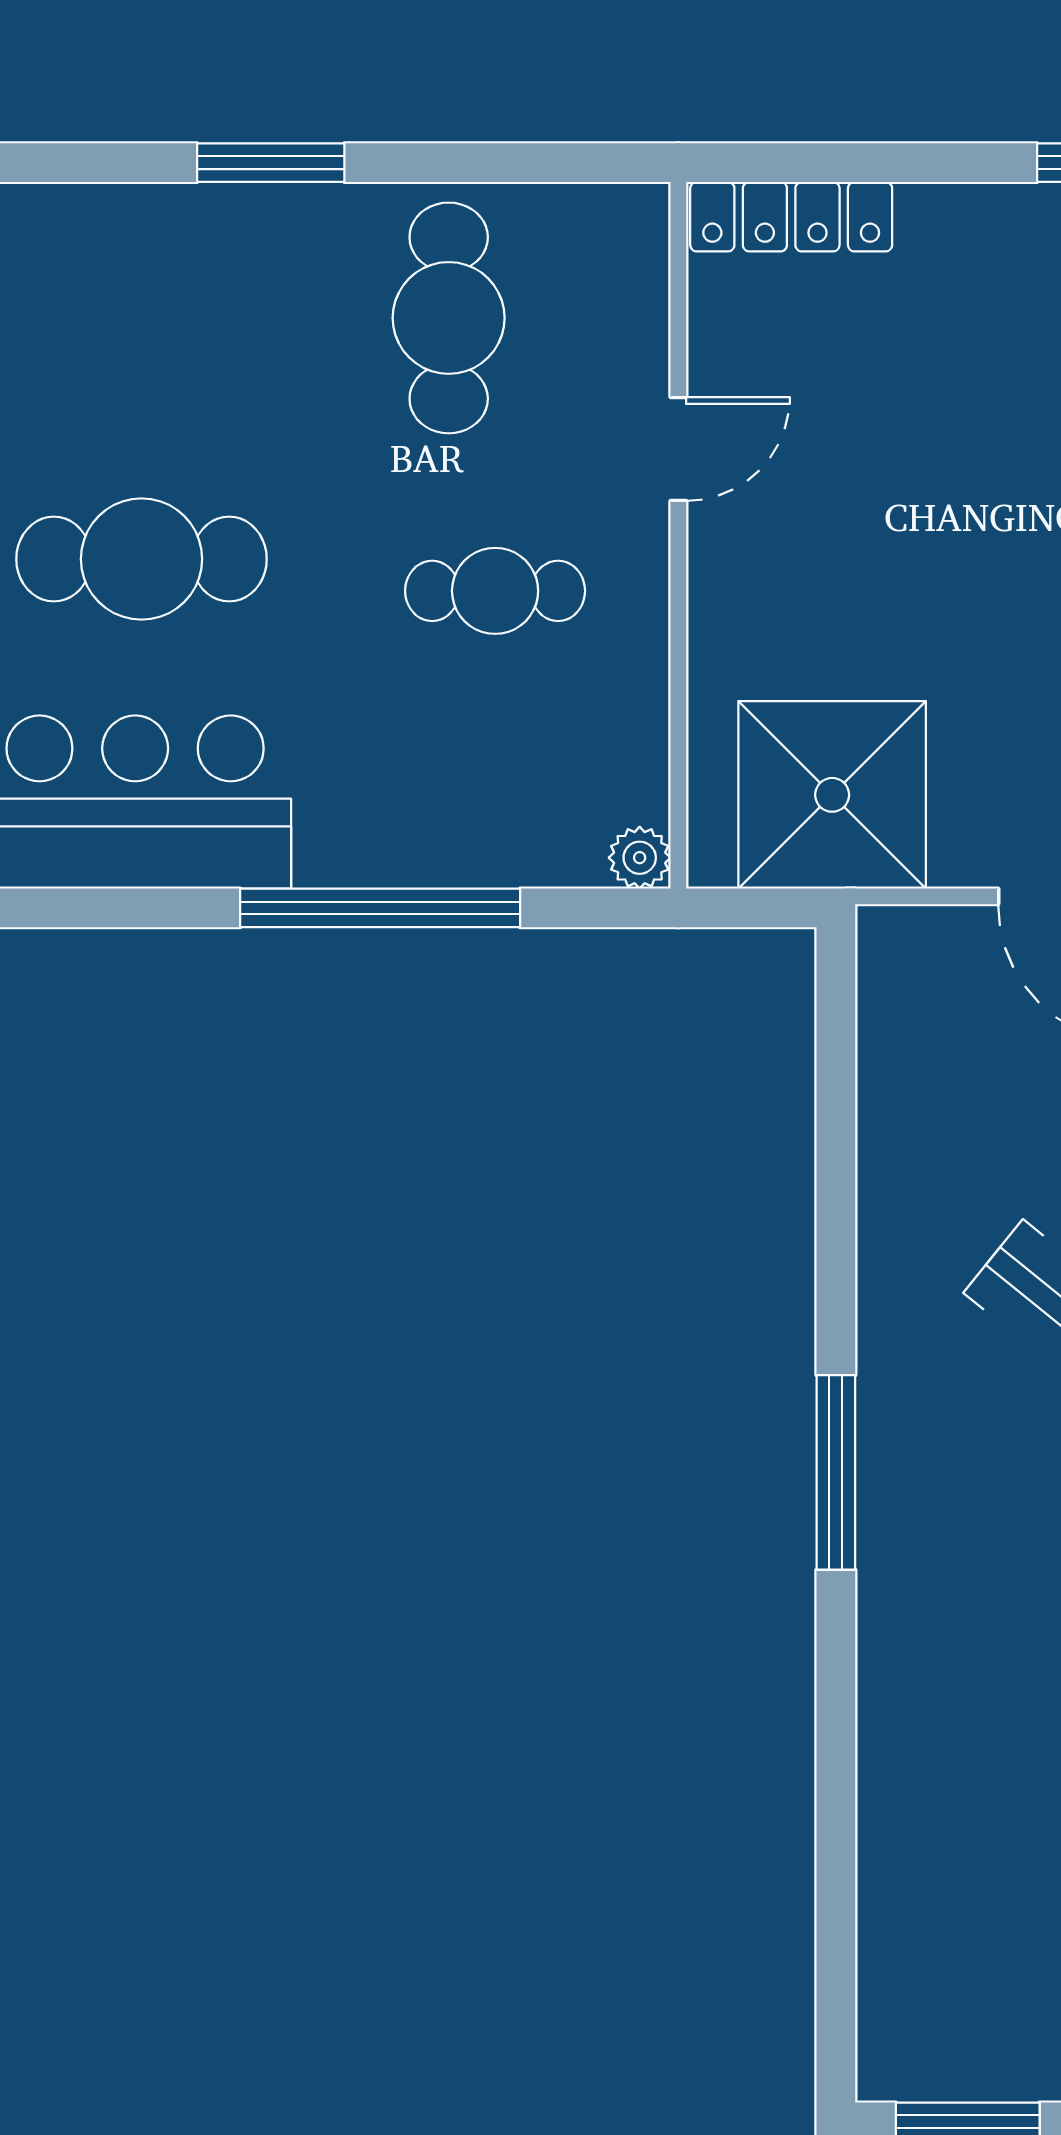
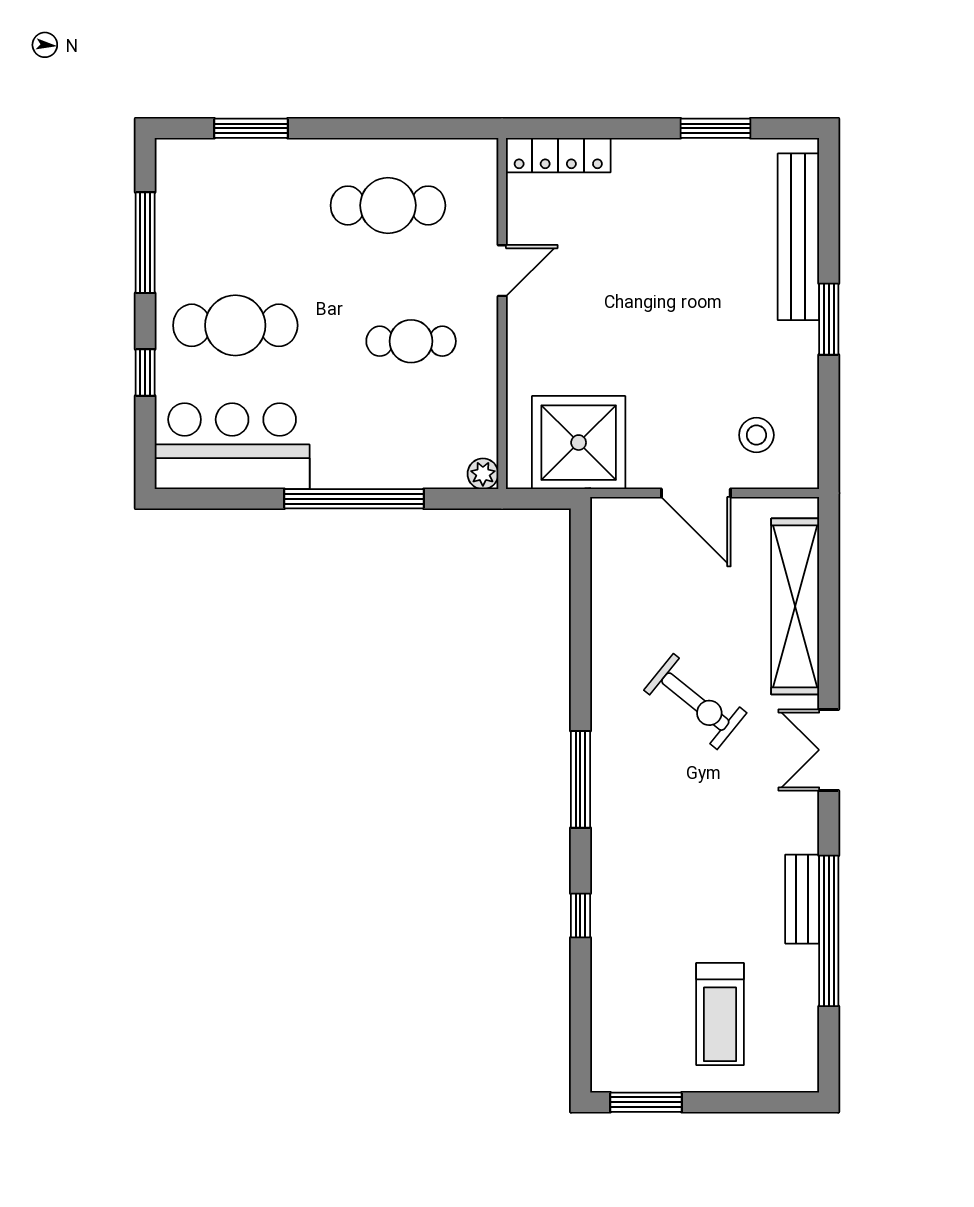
window: (271, 163) -> (251, 128), moved
cafe table: (449, 318) -> (388, 205), turned 90
window: (836, 1746) -> (580, 916), added

